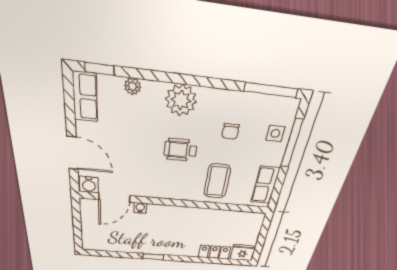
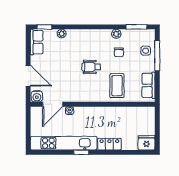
window: (271, 90) -> (136, 27), width x0.69
plant: (181, 100) -> (116, 34), moved, width x0.53, depth x0.53
kitchen unit: (129, 245) -> (64, 143), added
locker: (214, 252) -> (109, 144), moved

